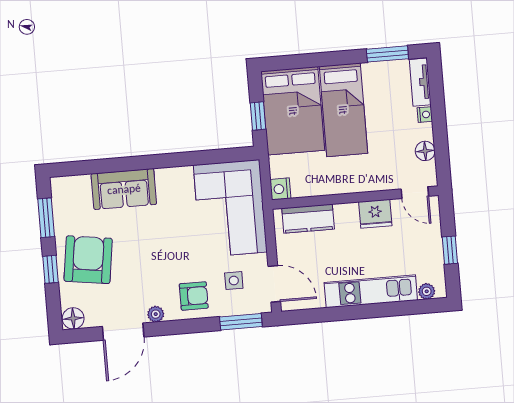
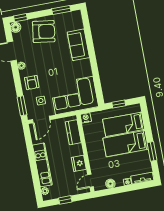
window: (387, 54) -> (152, 151), moved
bed: (293, 111) -> (124, 124), width x0.67
window: (51, 269) -> (20, 18), moved

